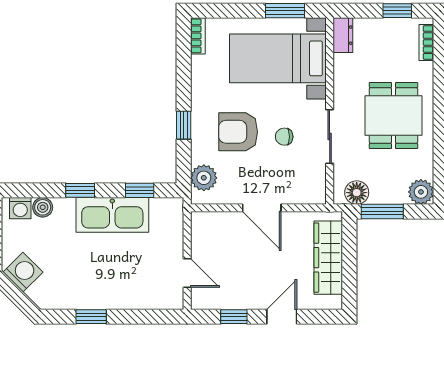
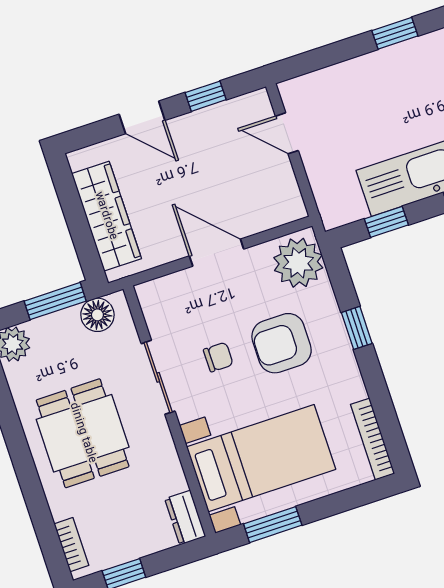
bookcase: (198, 36) -> (373, 439), width x1.56
armchair: (238, 132) -> (282, 343), turned 180
plant: (204, 178) -> (298, 263), width x1.36, depth x1.36
door: (282, 317) -> (142, 117), hinge flipped

